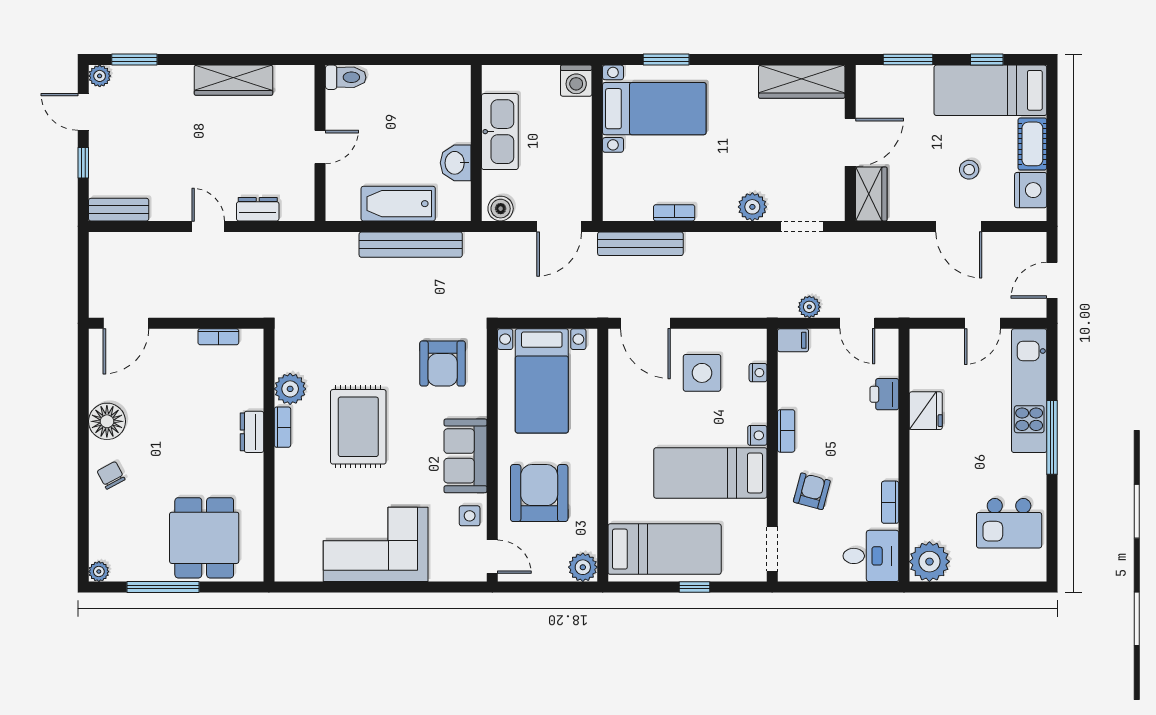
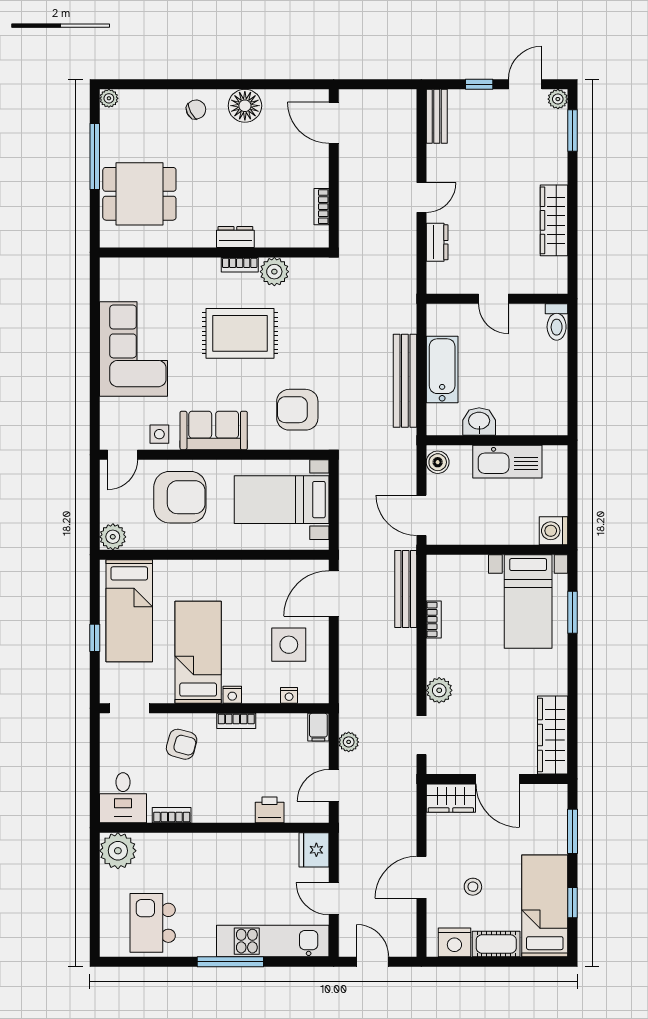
fridge: (926, 411) -> (314, 850), moved, turned 90

